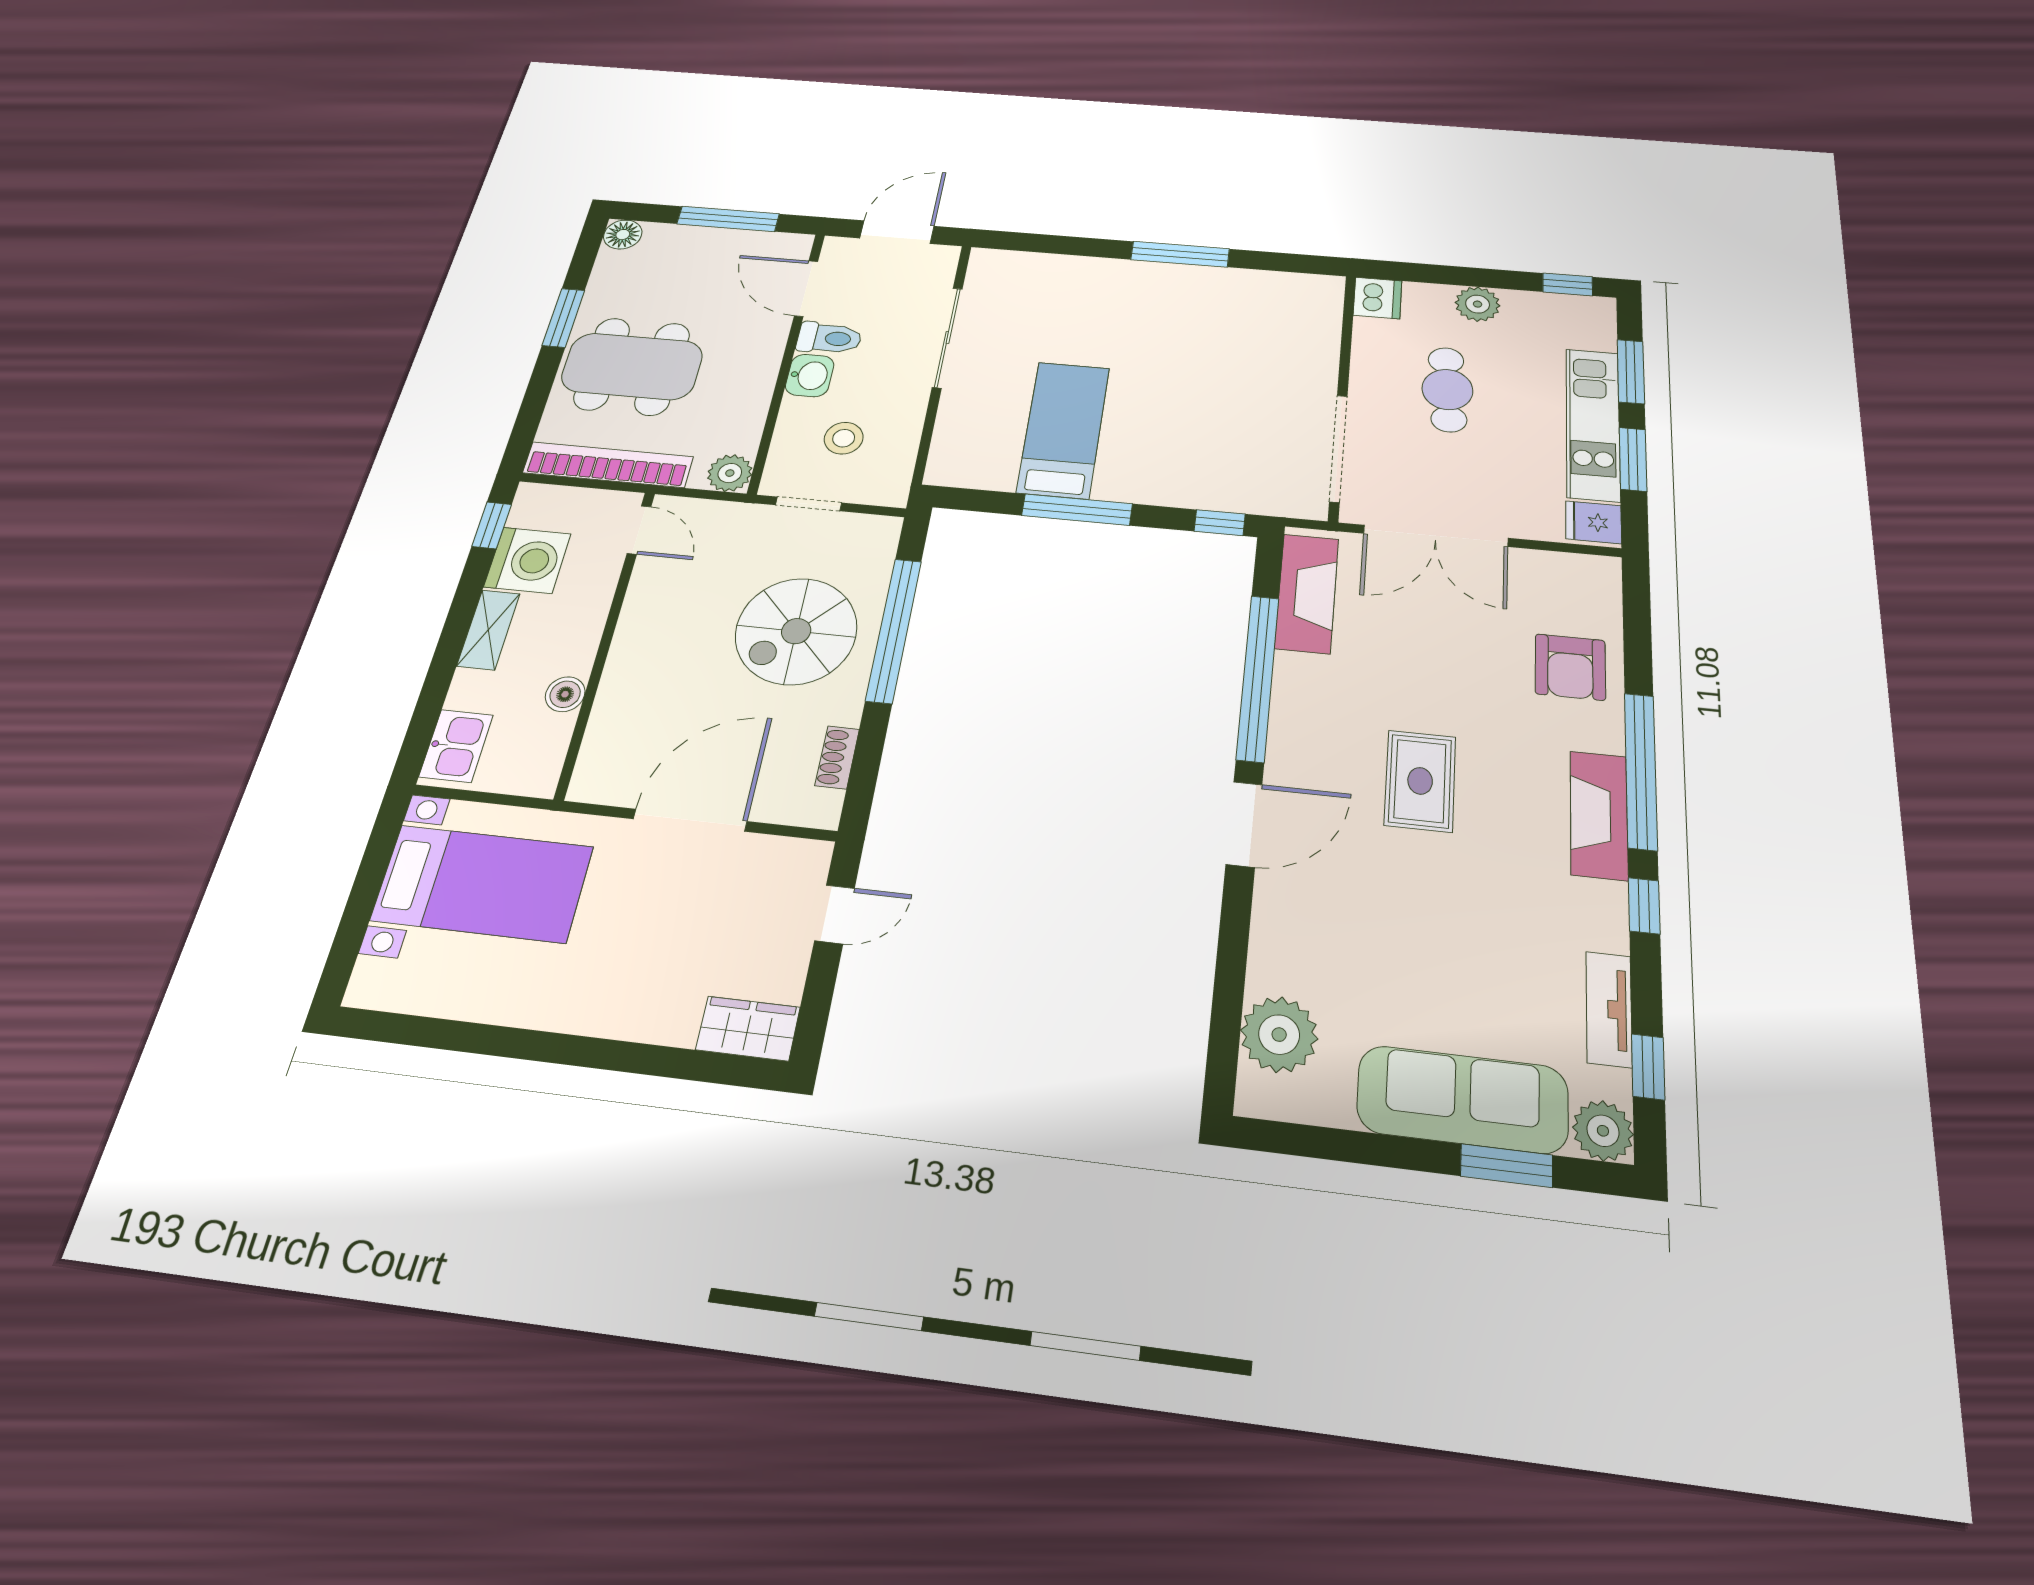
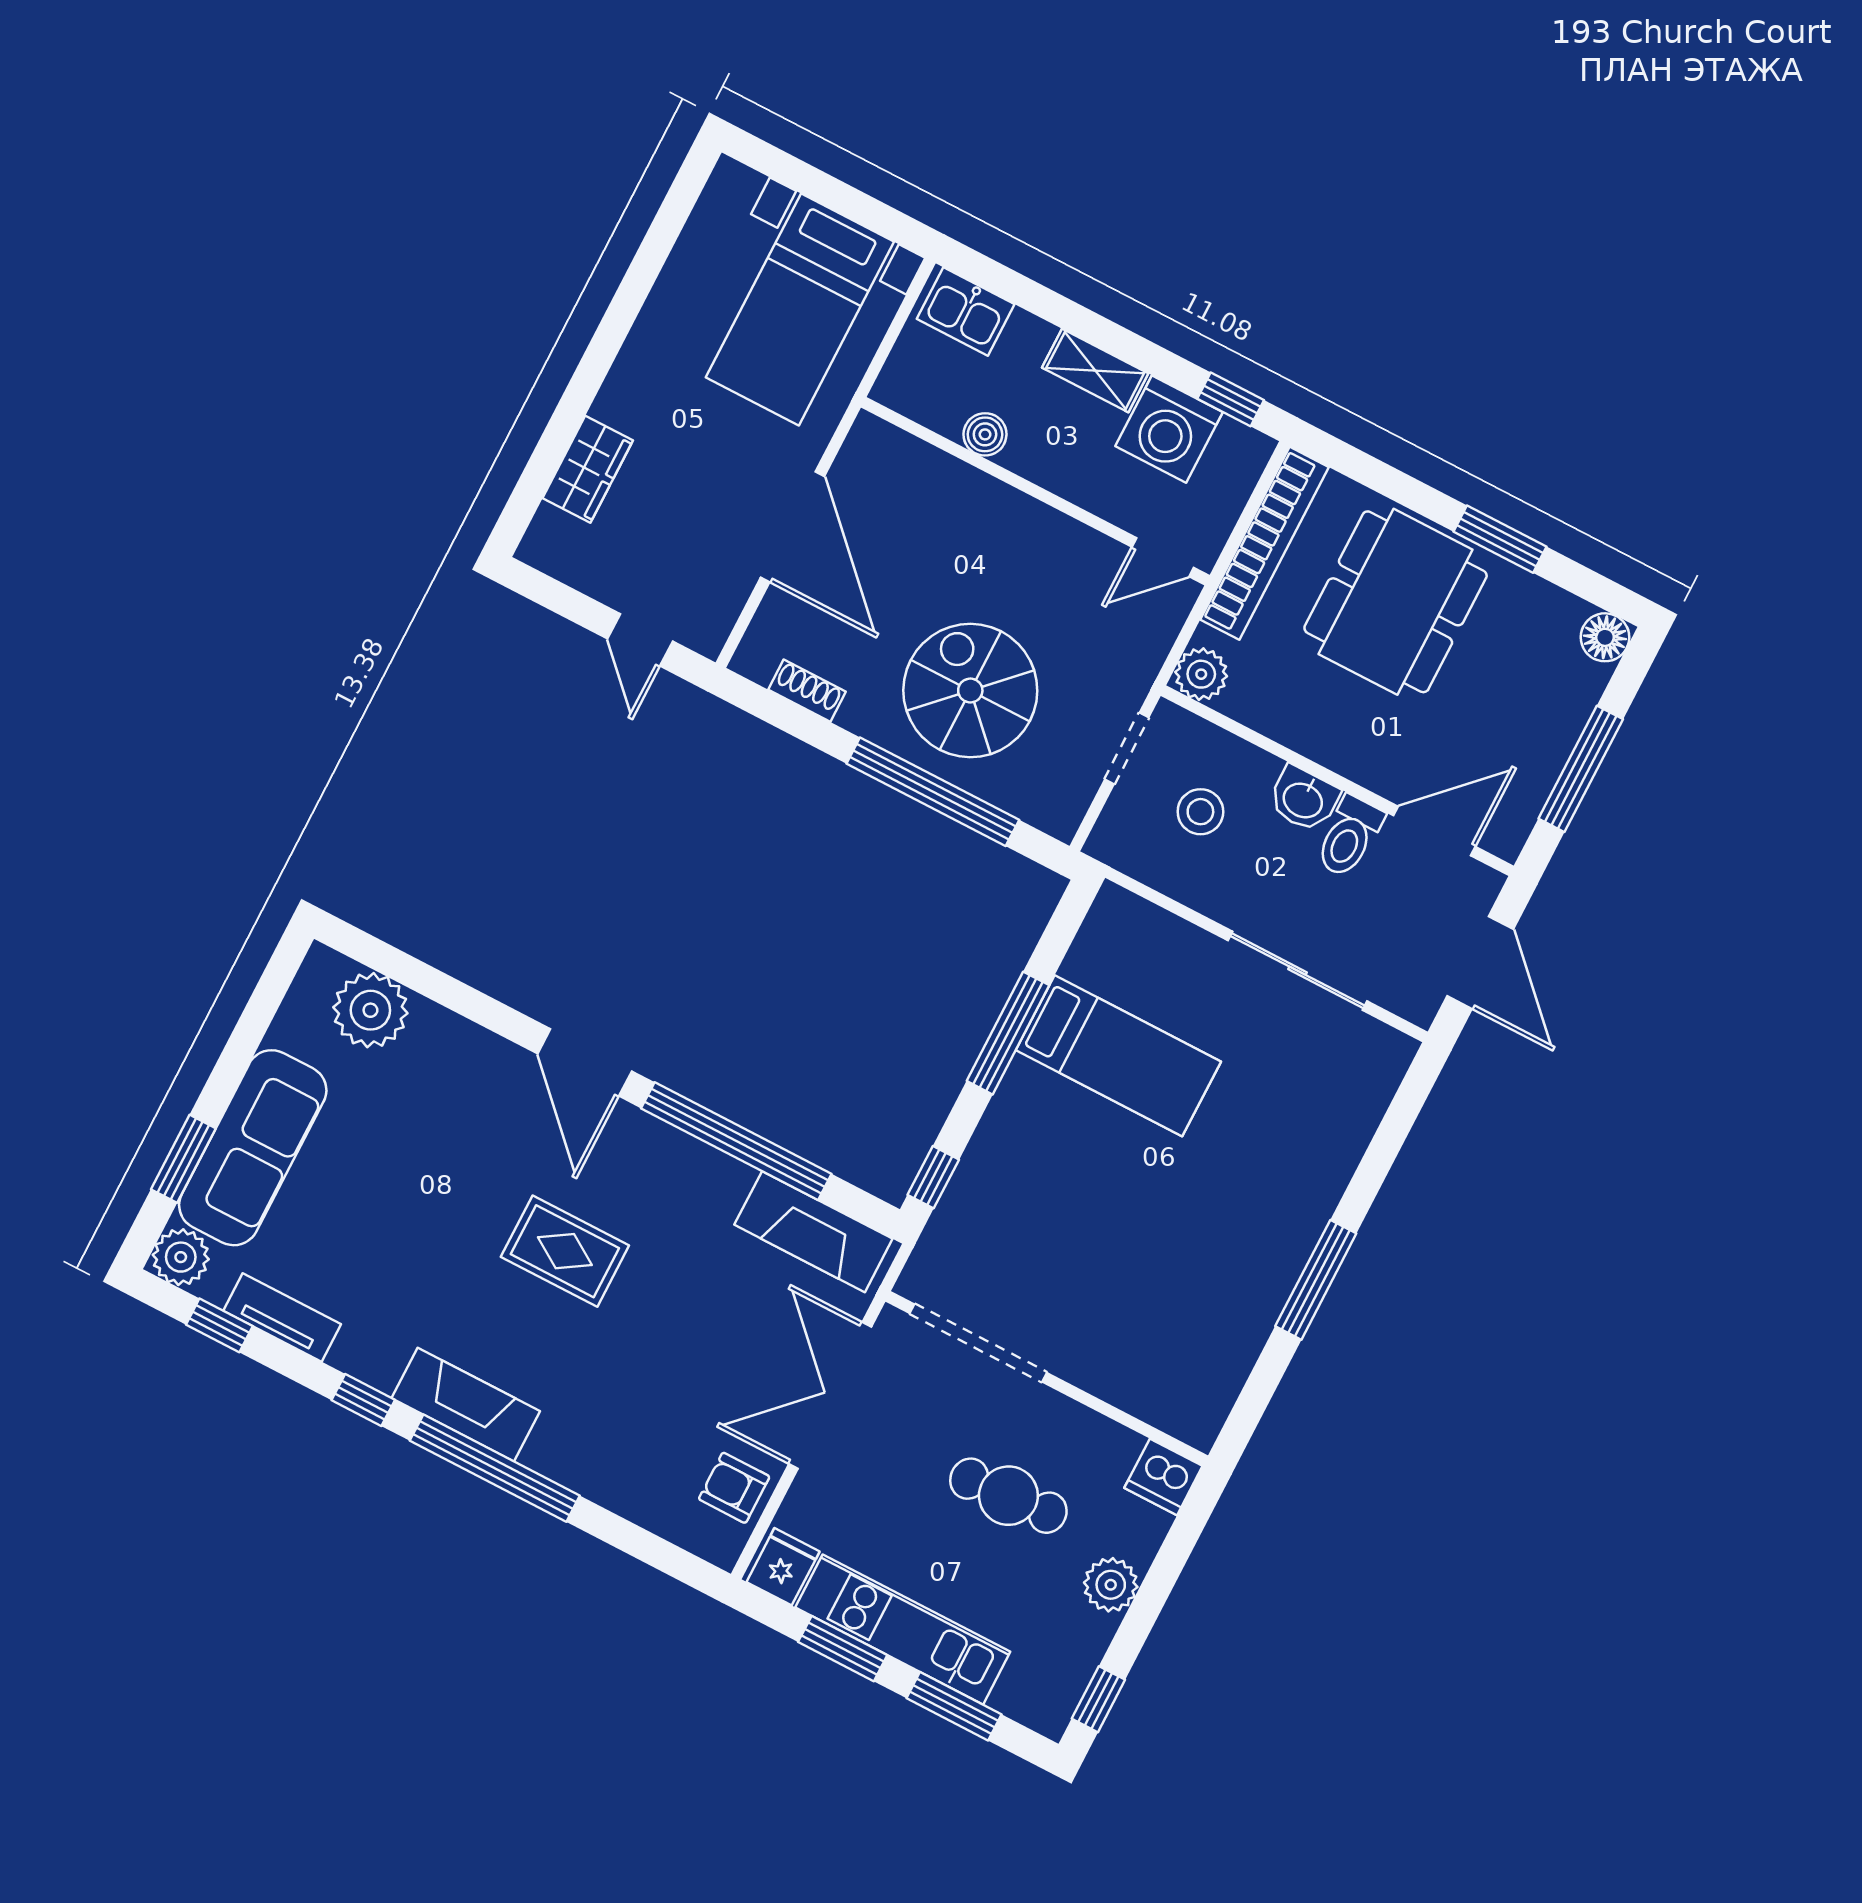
armchair: (1570, 667) -> (734, 1488), moved, width x0.72, depth x0.72
wardrobe: (748, 1028) -> (588, 469), moved

